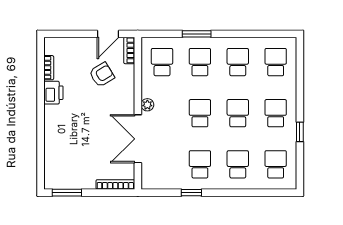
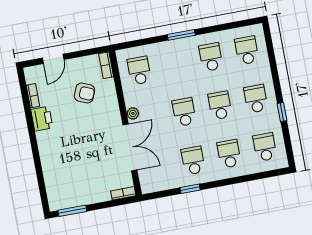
door: (108, 34) -> (53, 59), moved
window: (197, 34) -> (181, 35), moved
school desk: (200, 62) -> (175, 64), removed
armchair: (102, 75) -> (84, 93), turned 54
double door: (138, 139) -> (130, 147), swing flipped
bookcase: (115, 184) -> (123, 193), width x0.64

